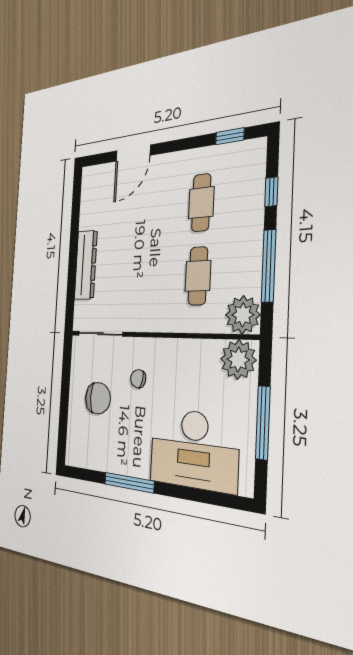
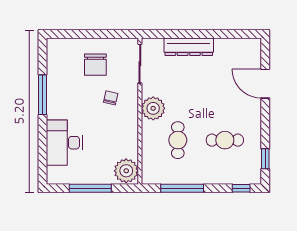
window: (271, 192) -> (241, 188), moved
cafe table: (198, 276) -> (178, 140), turned 90
plant: (243, 315) -> (153, 108), moved
desk: (194, 449) -> (64, 143), width x0.73, depth x0.77

